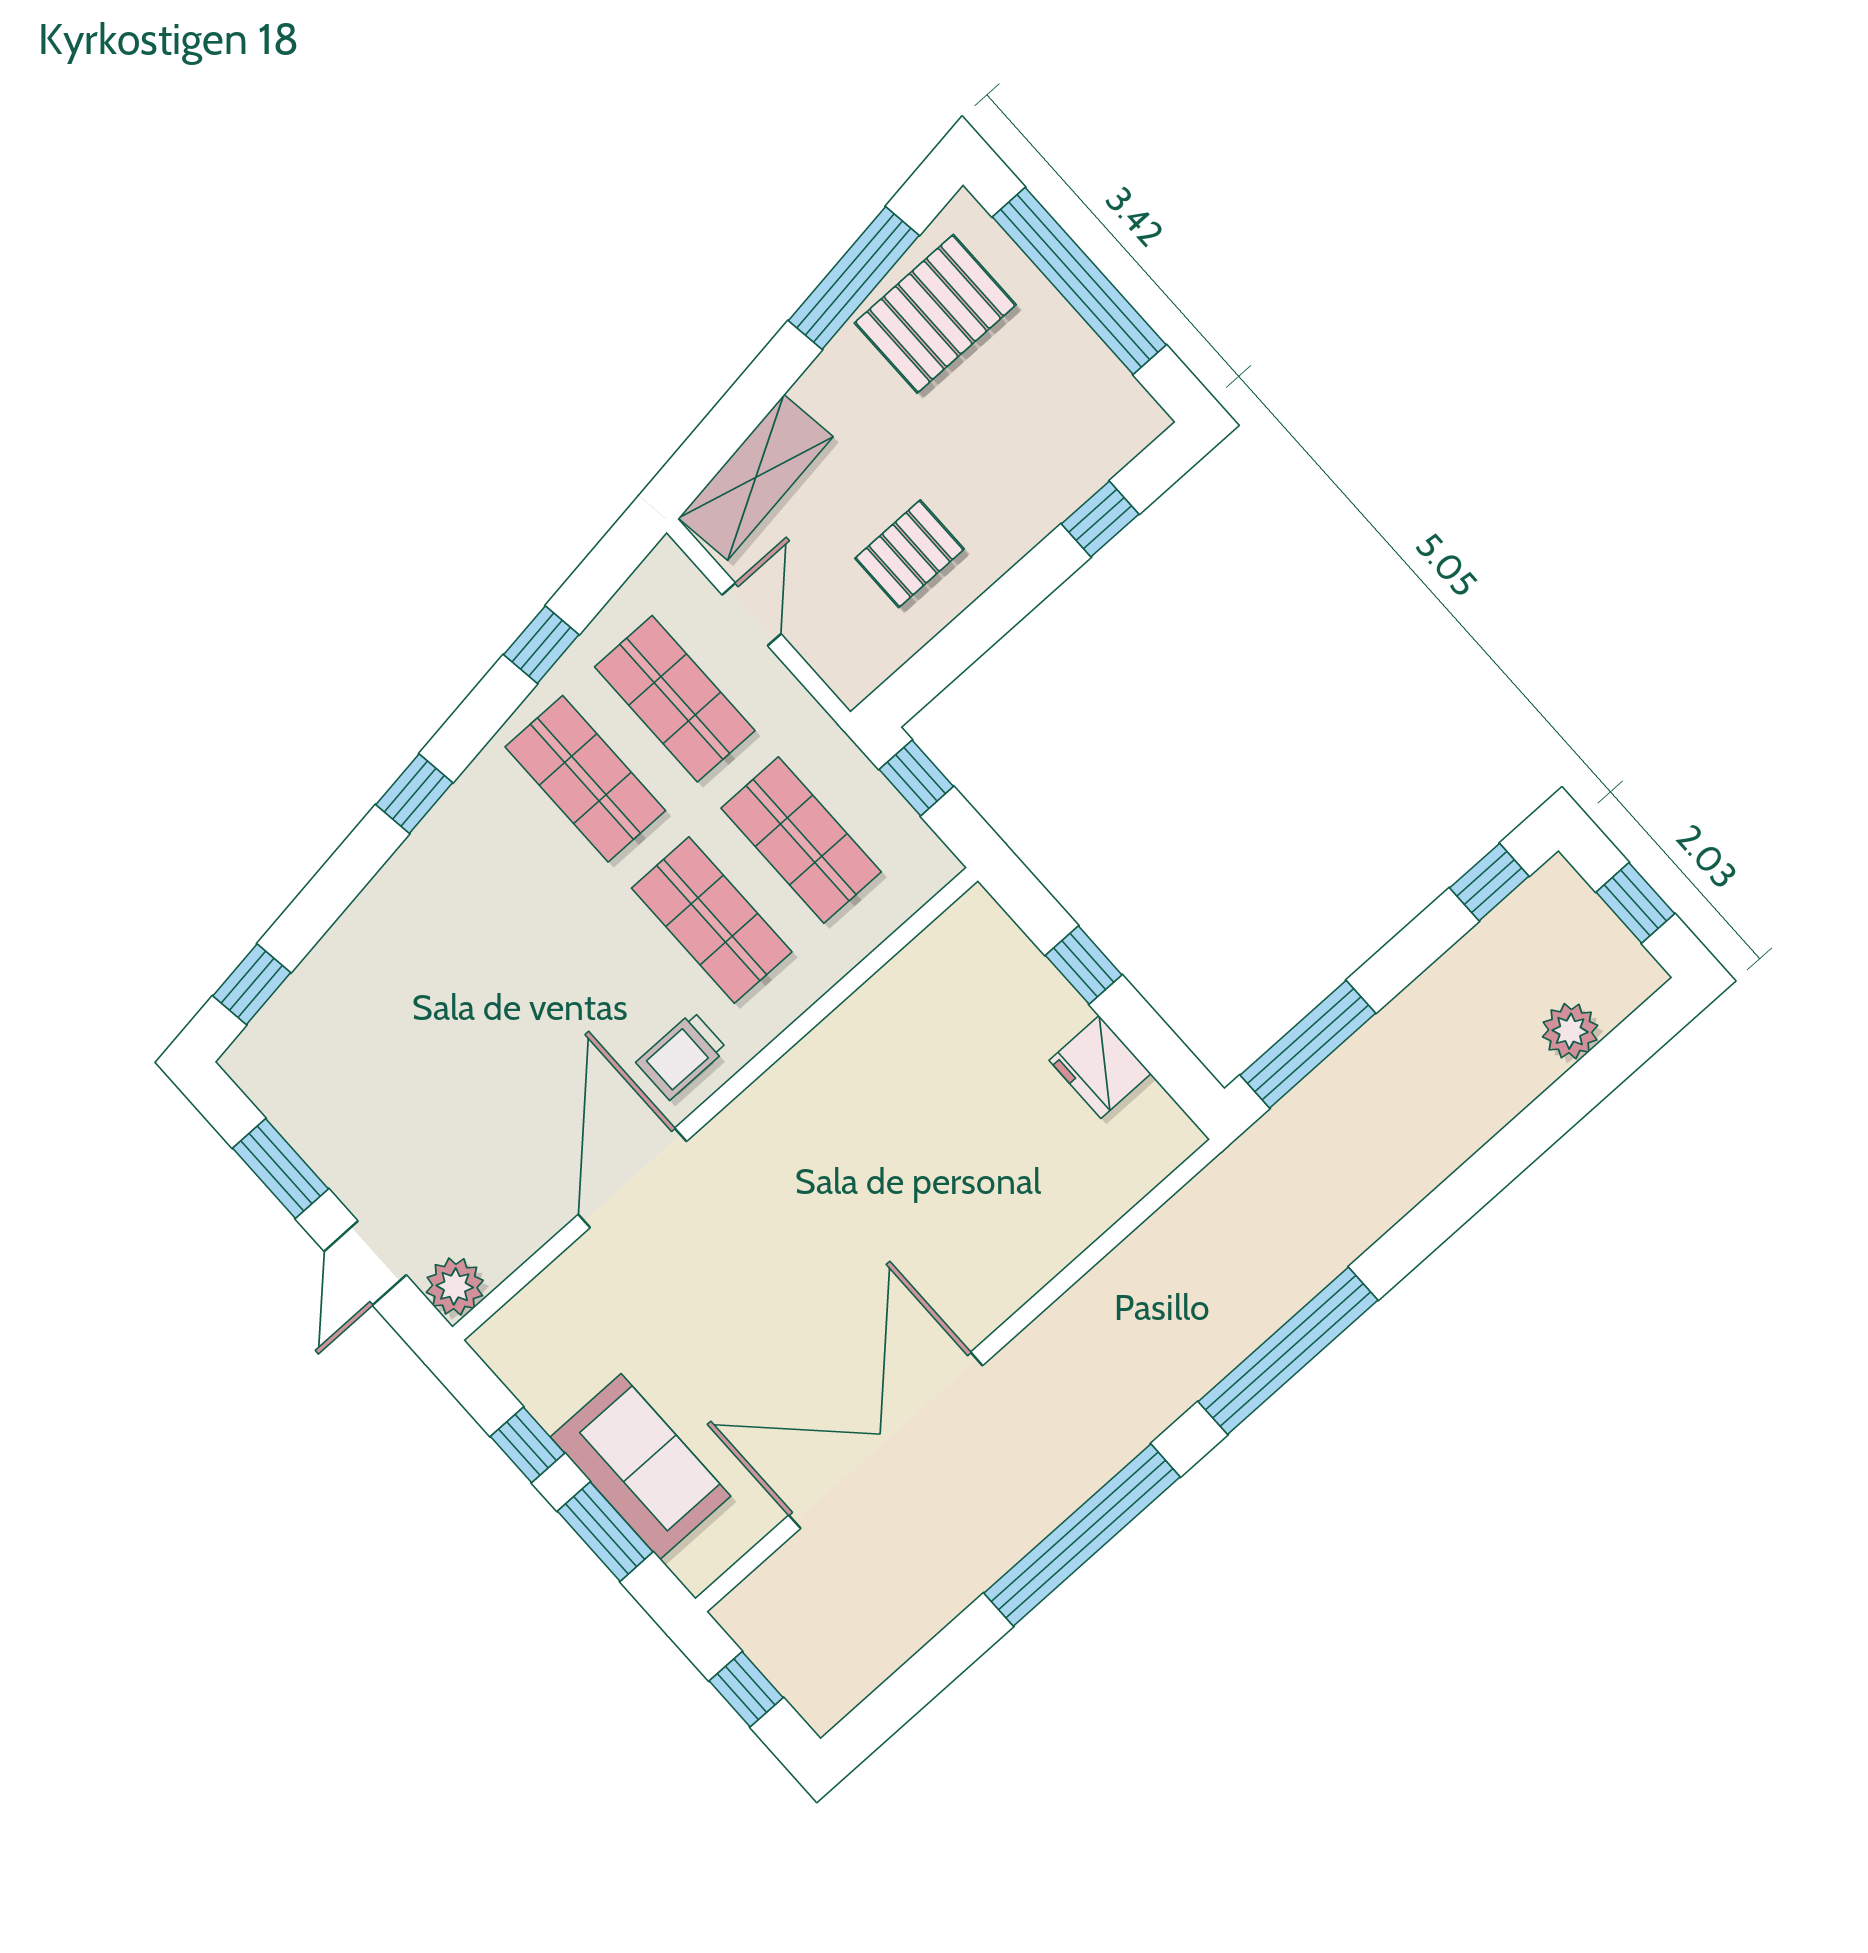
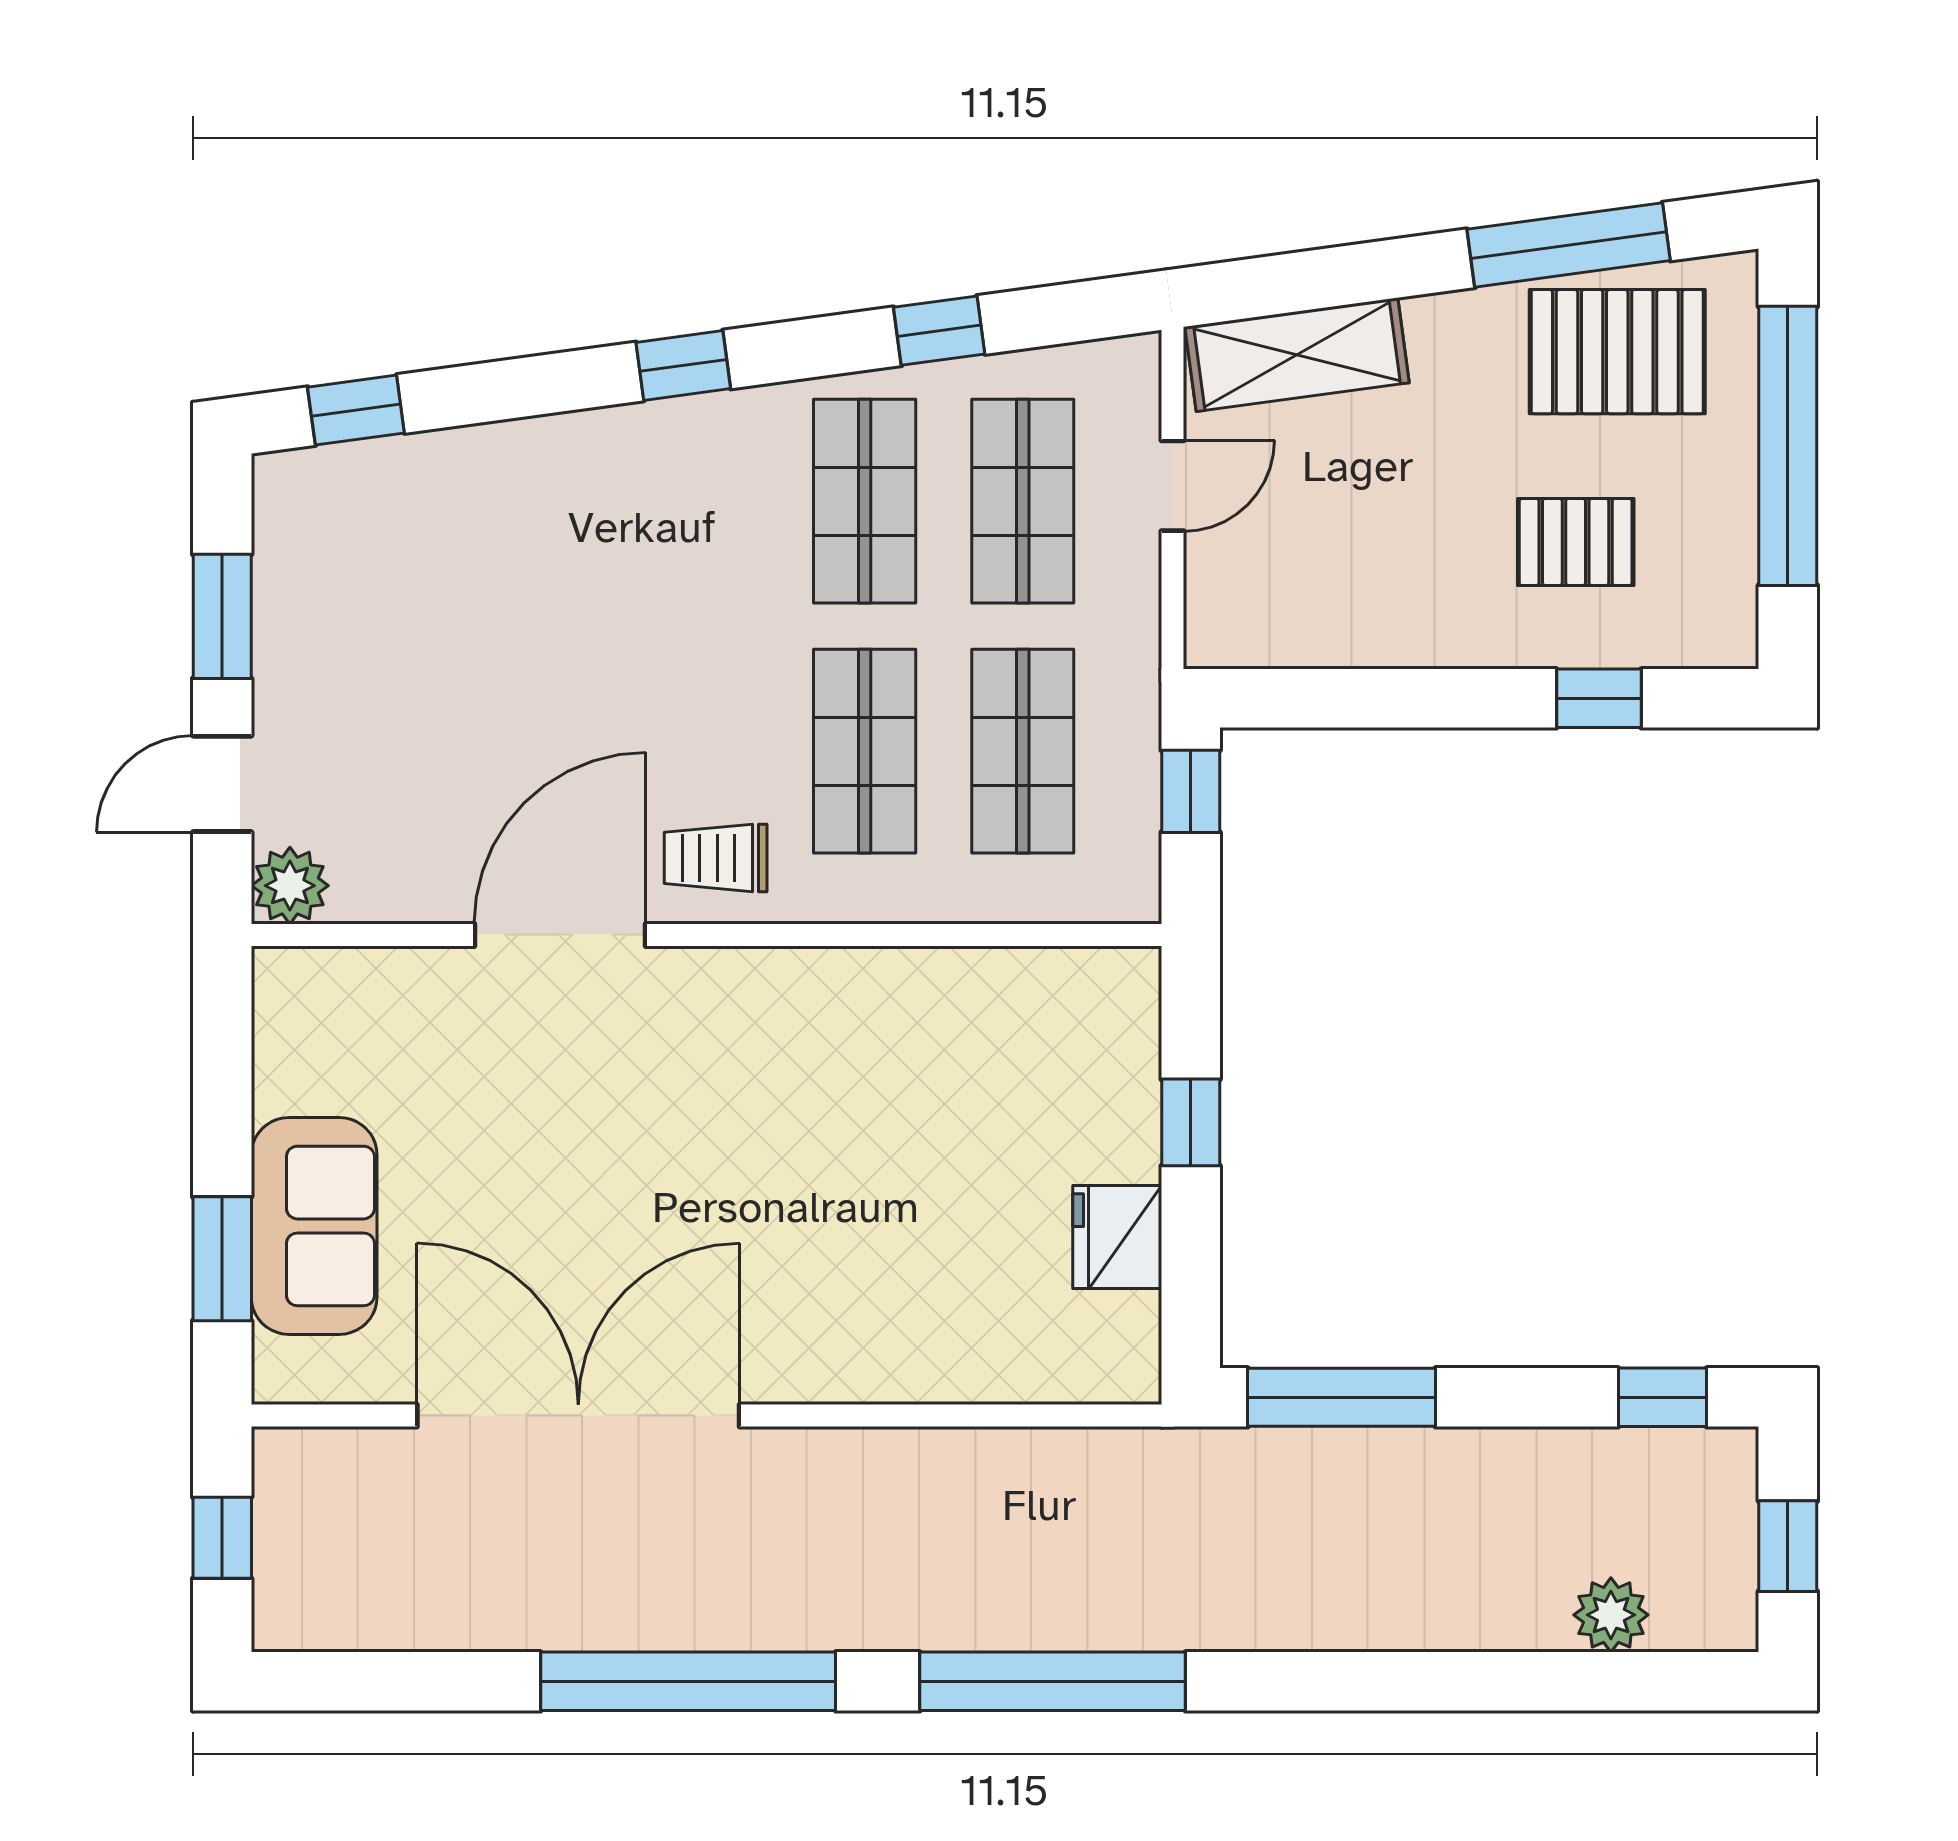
pallet: (909, 554) -> (1576, 542), moved
window: (528, 1445) -> (222, 1105), removed

